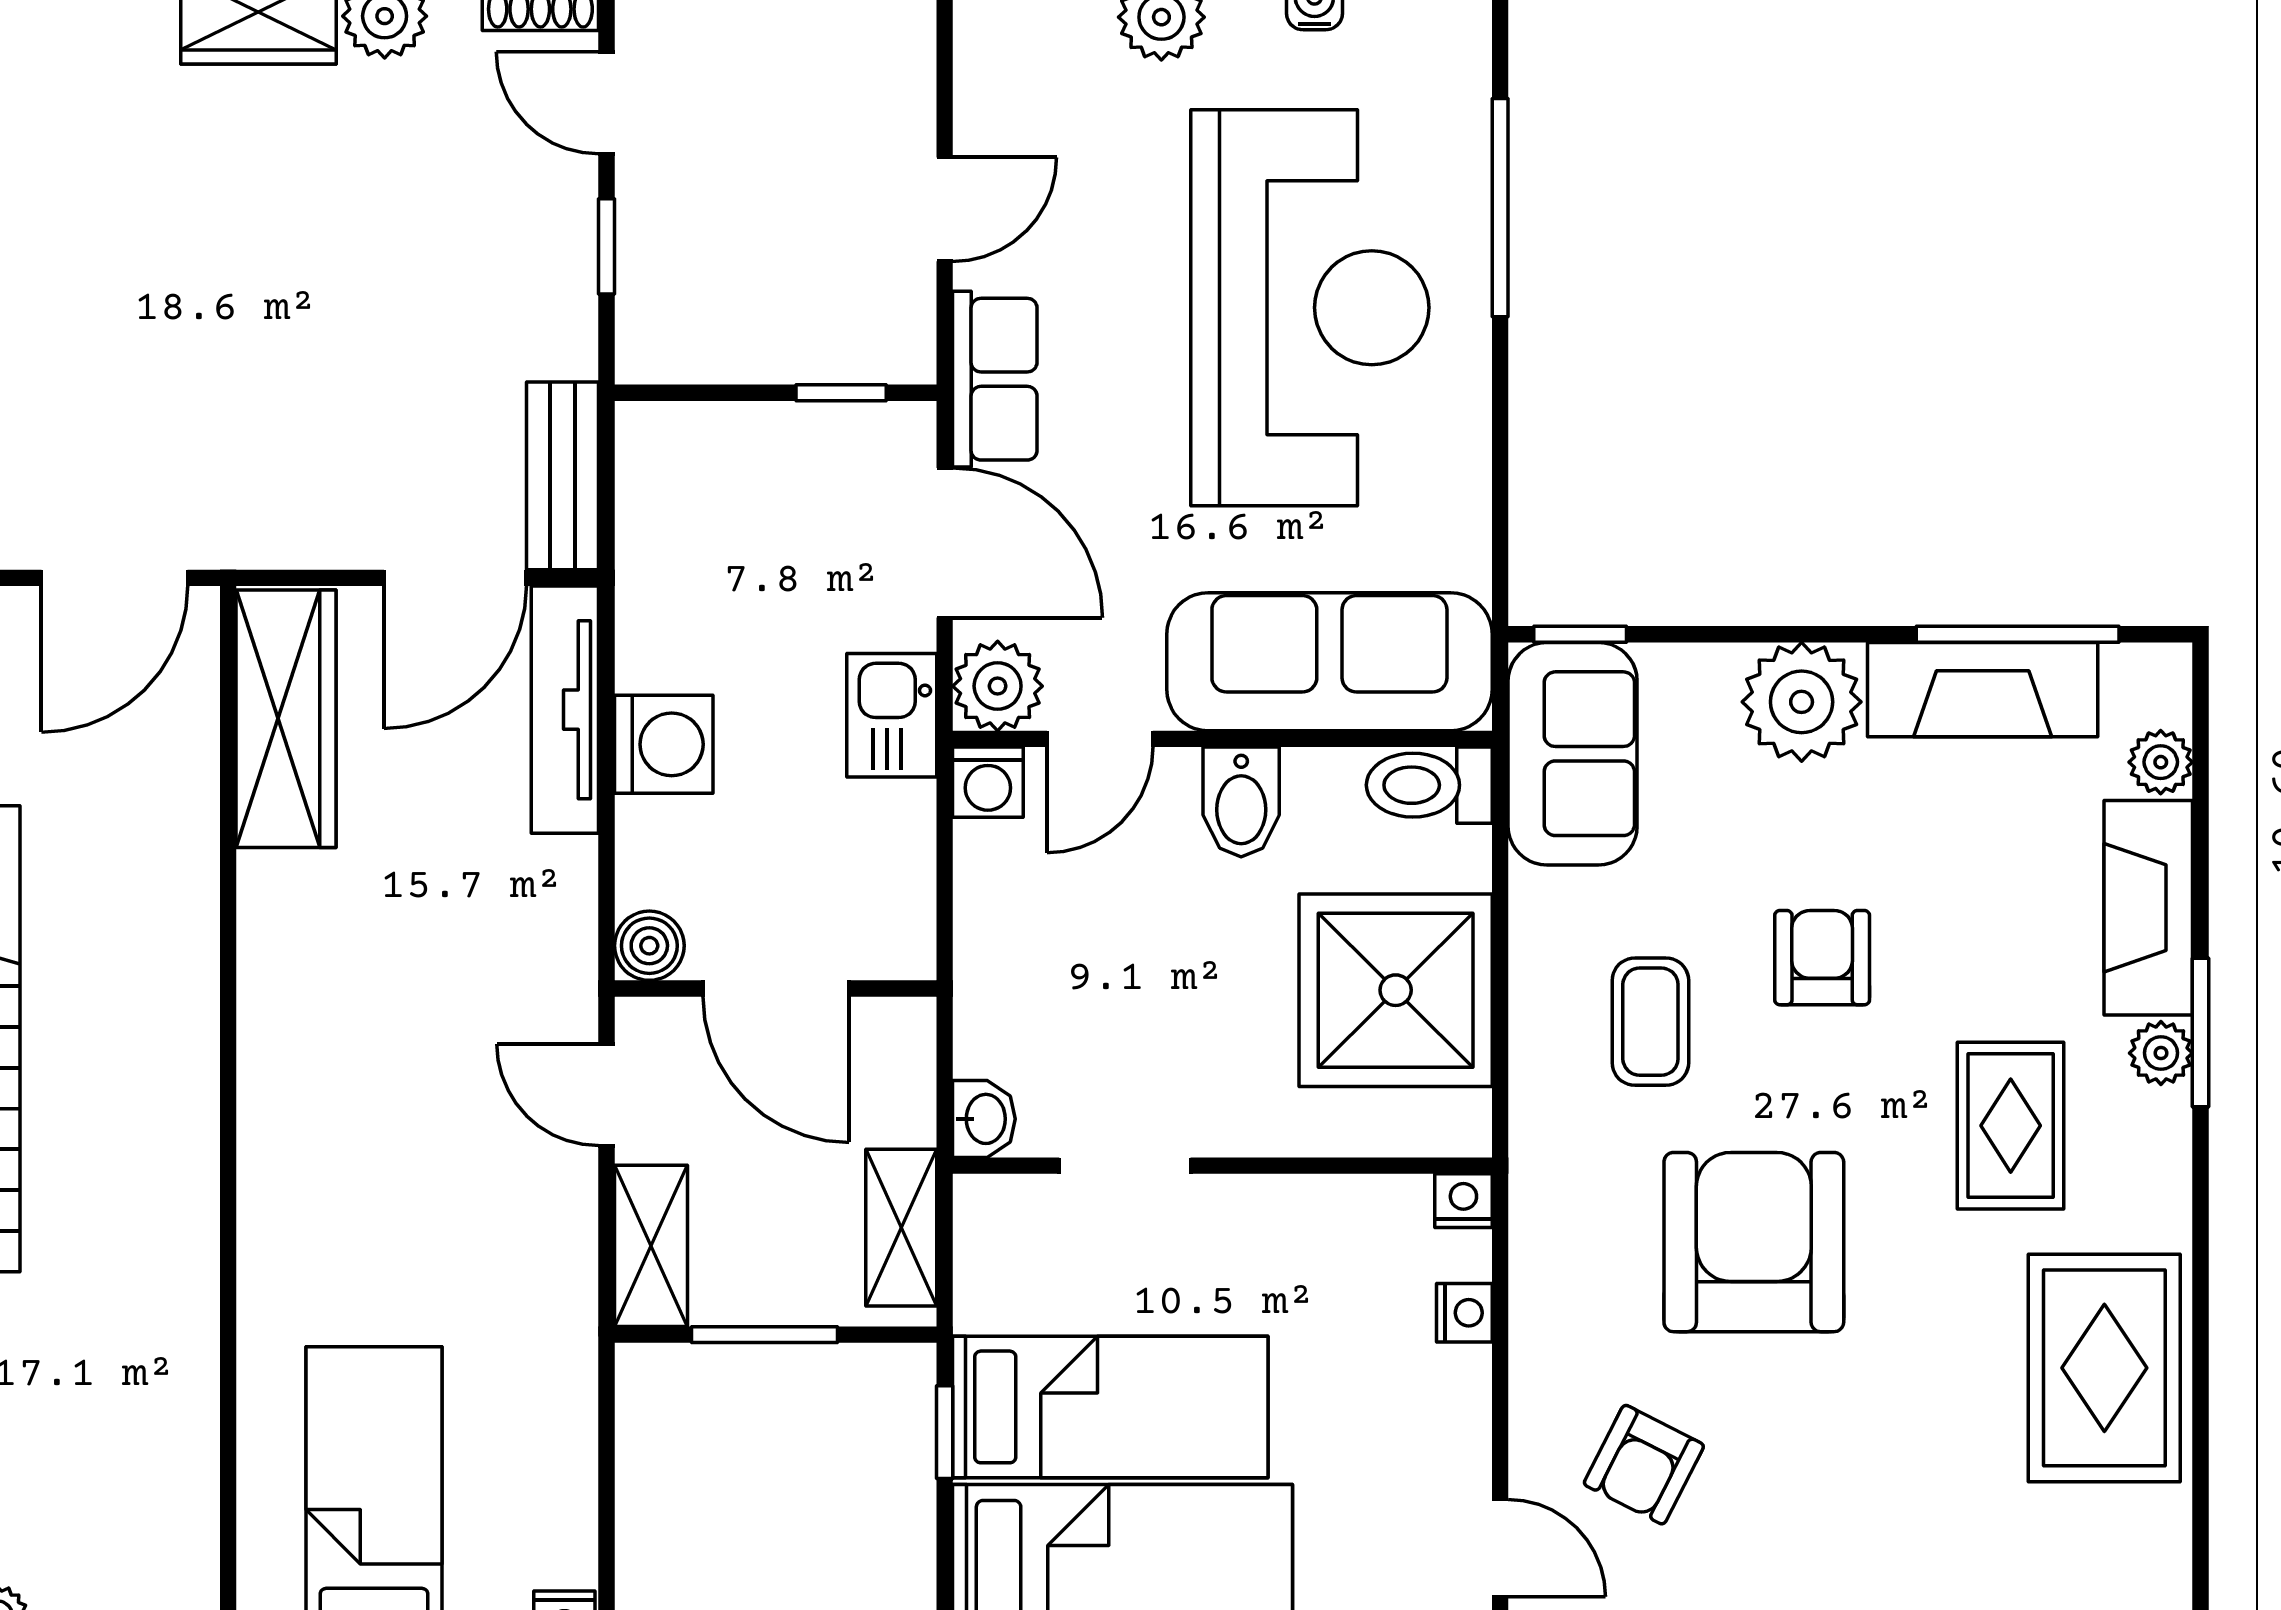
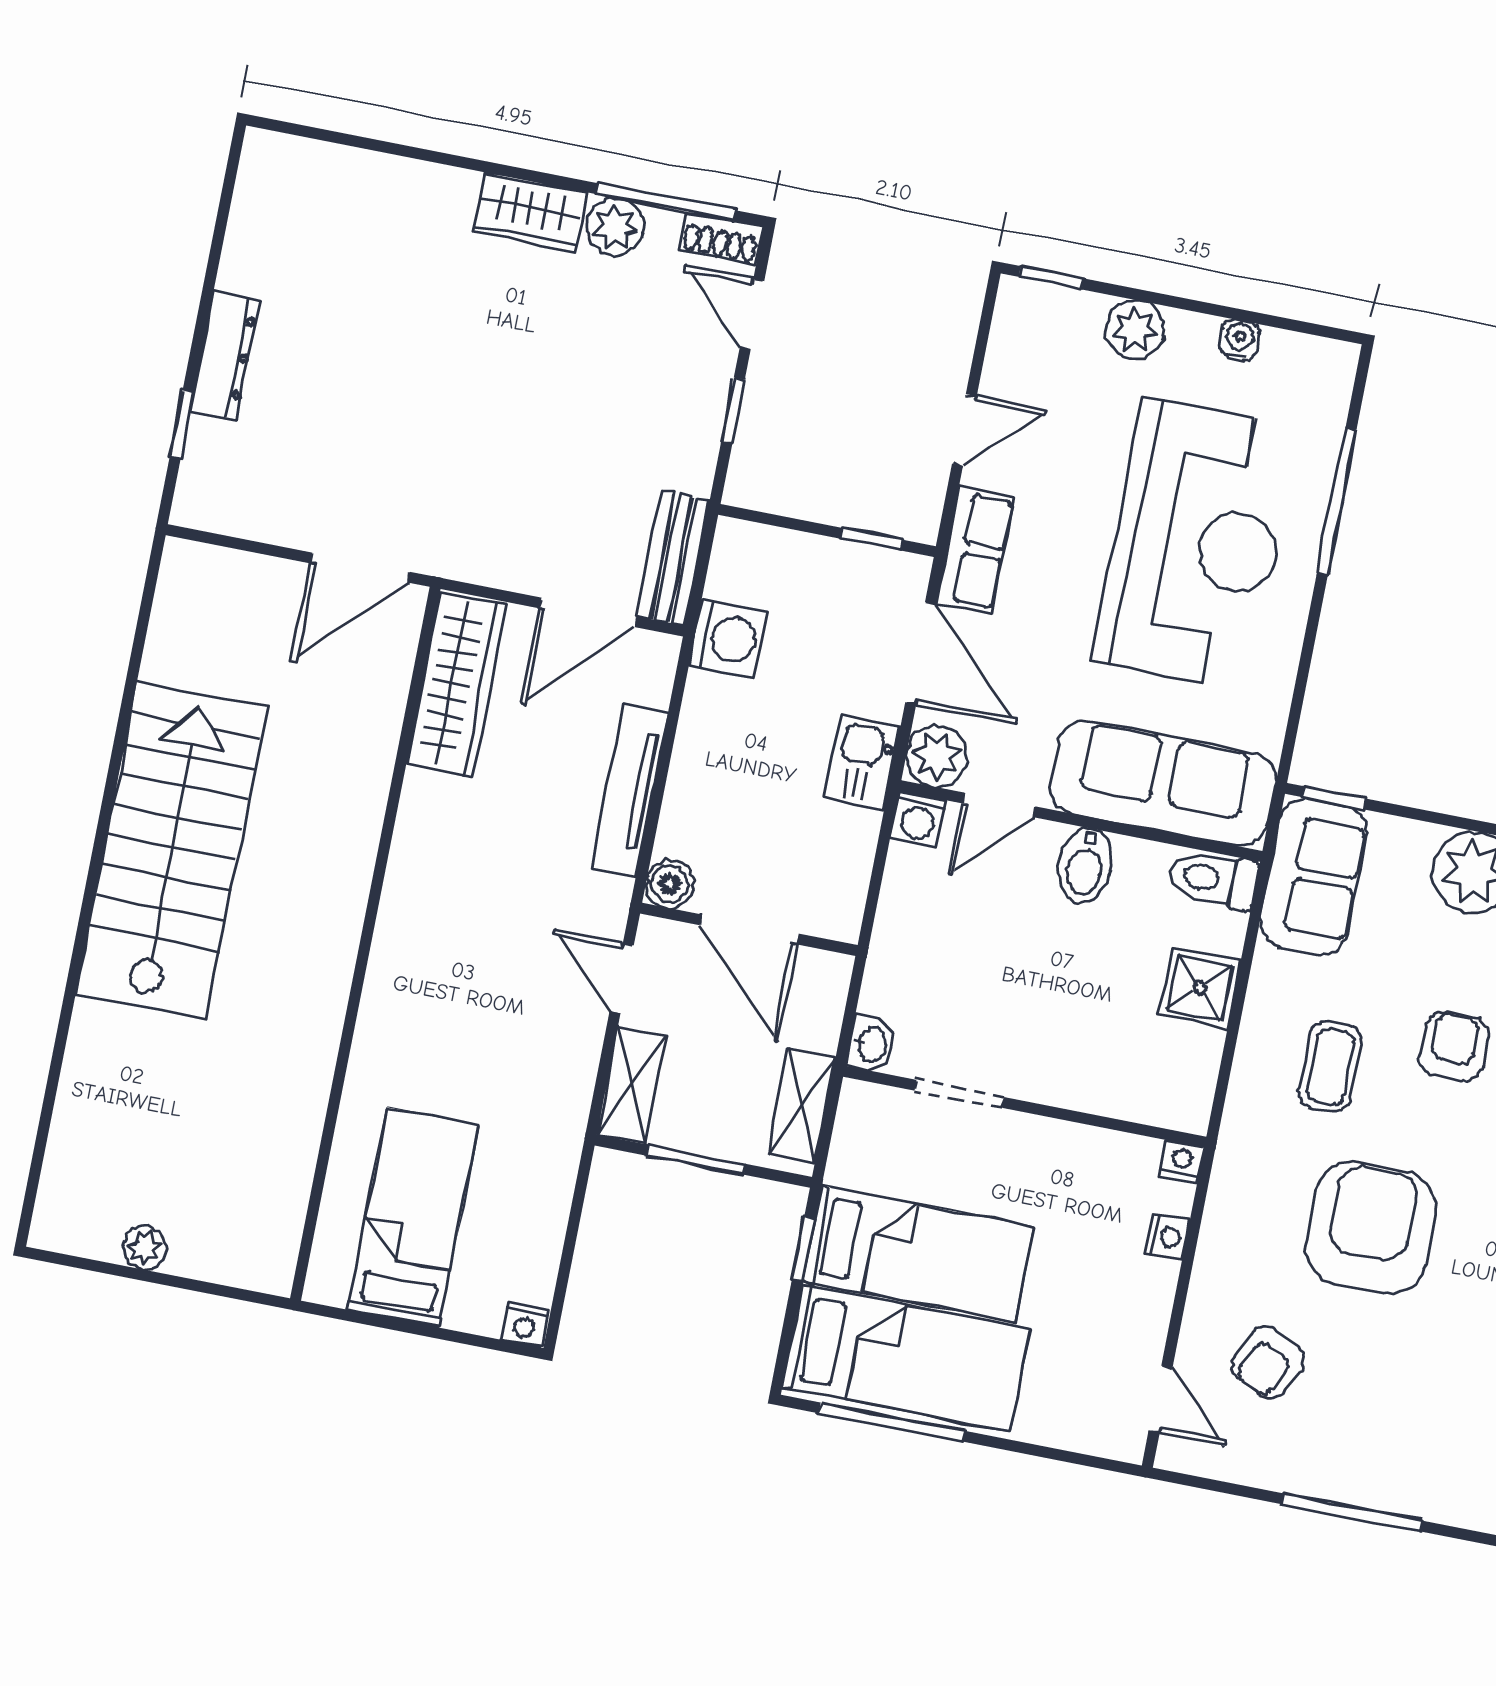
tv unit: (565, 710) -> (630, 789), moved
washing machine: (664, 744) -> (728, 639), moved
shower: (1396, 990) -> (1200, 988), width x0.54, depth x0.54

